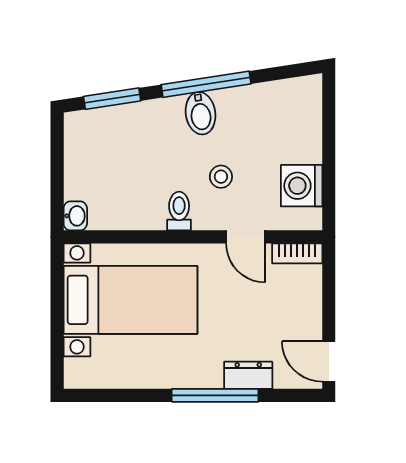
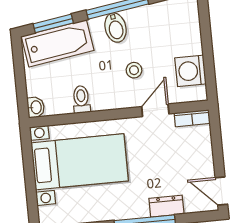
bathtub: (116, 128) -> (58, 43), added
toilet: (179, 211) -> (81, 99), moved
door: (246, 237) -> (155, 110), swing flipped

